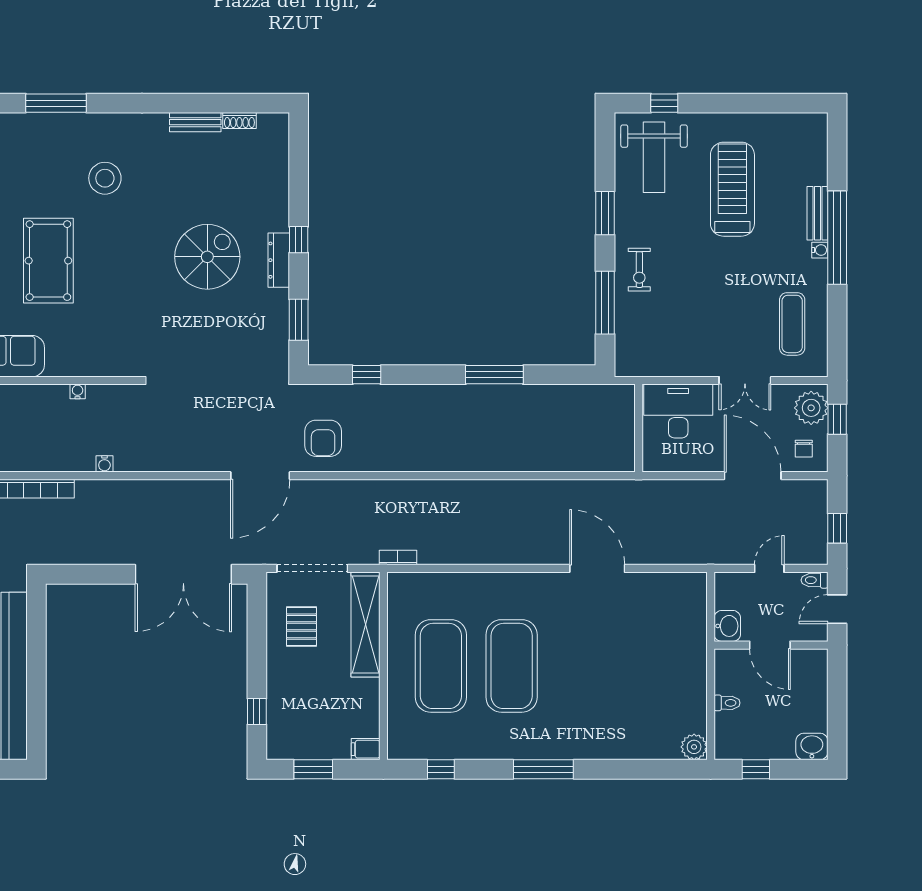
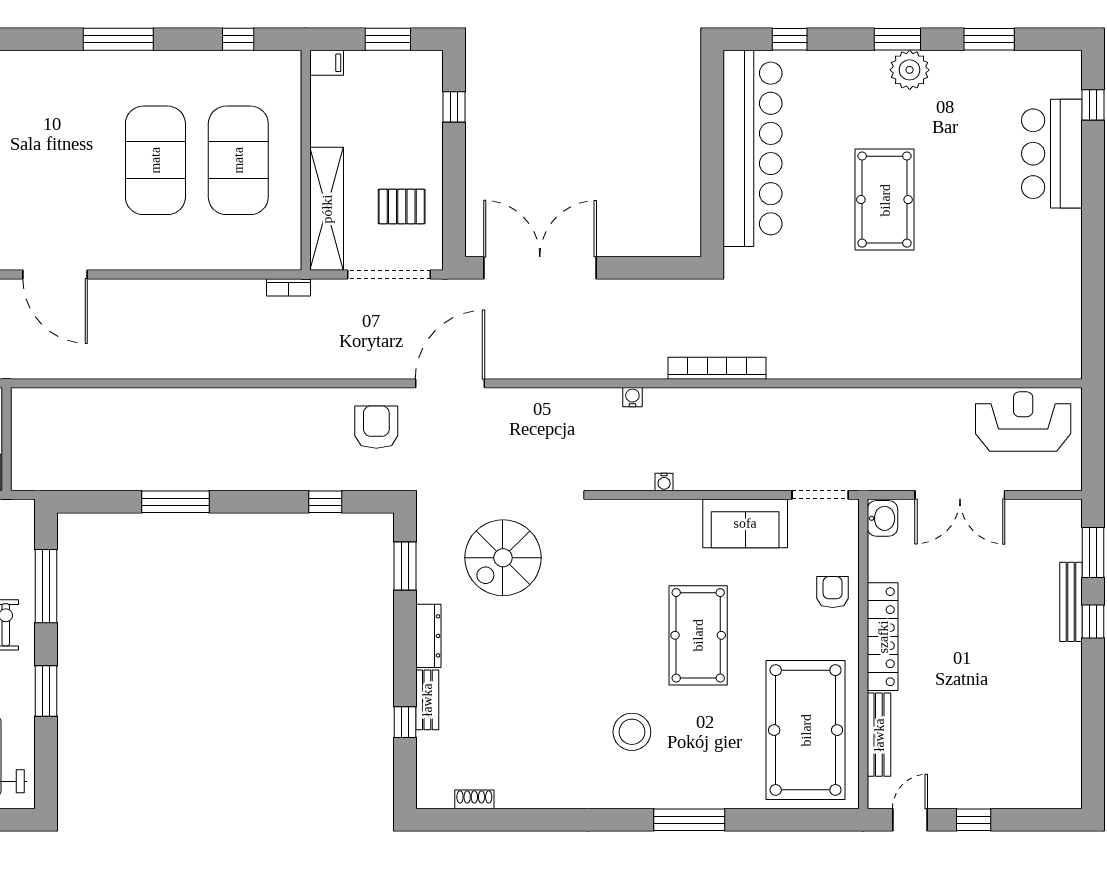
bench: (195, 122) -> (427, 700), moved, turned 90
window: (299, 240) -> (405, 722), moved
spiral stairs: (207, 257) -> (503, 558), moved
pallet: (301, 627) -> (402, 207), turned 90

